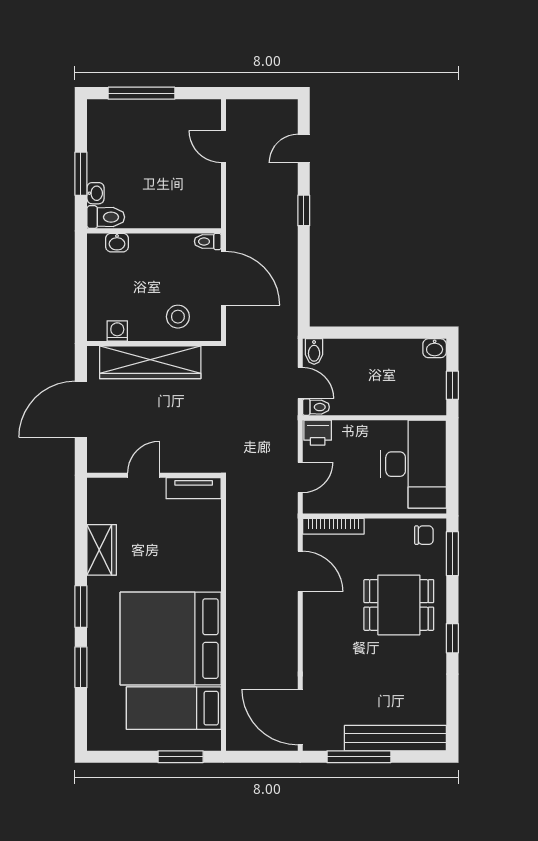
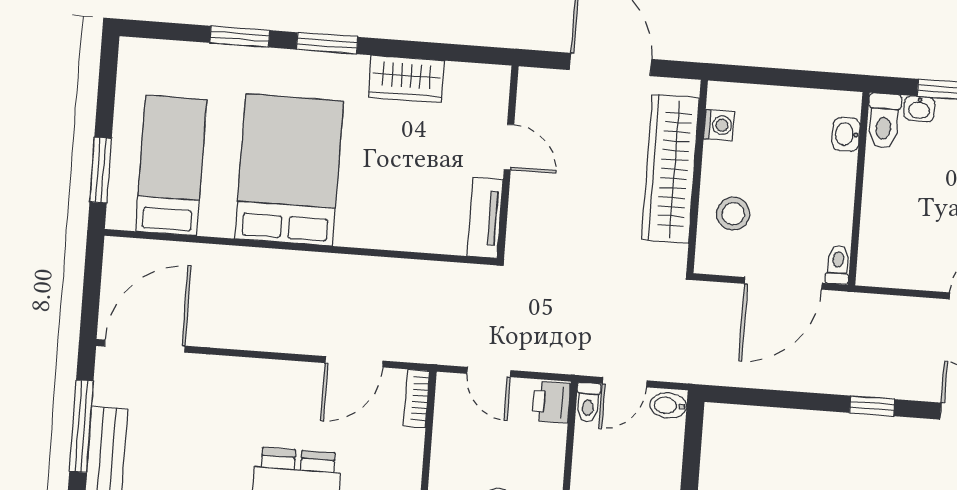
bookcase: (333, 526) -> (416, 398), width x0.64
bed: (171, 639) -> (289, 170), width x0.73

